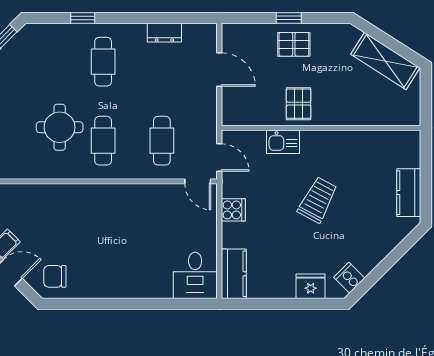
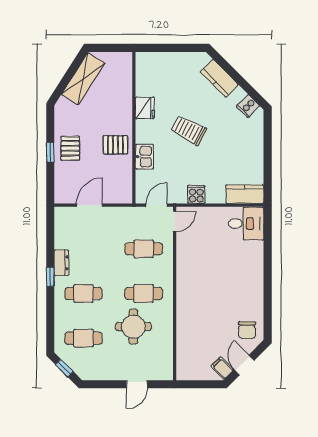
window: (83, 18) -> (50, 277), moved
dresser: (164, 33) -> (61, 263), moved
cafe table: (44, 62) -> (83, 338), added
kitchen counter: (409, 193) -> (219, 78), moved, turned 45
fridge: (311, 286) -> (145, 108), moved, turned 180

